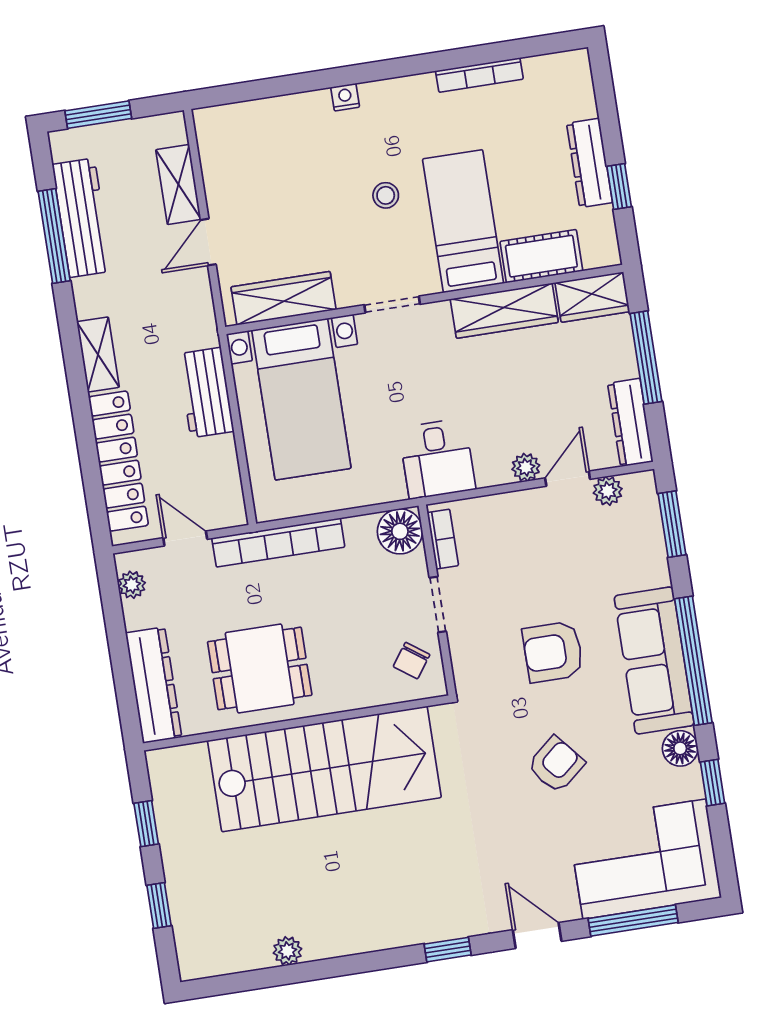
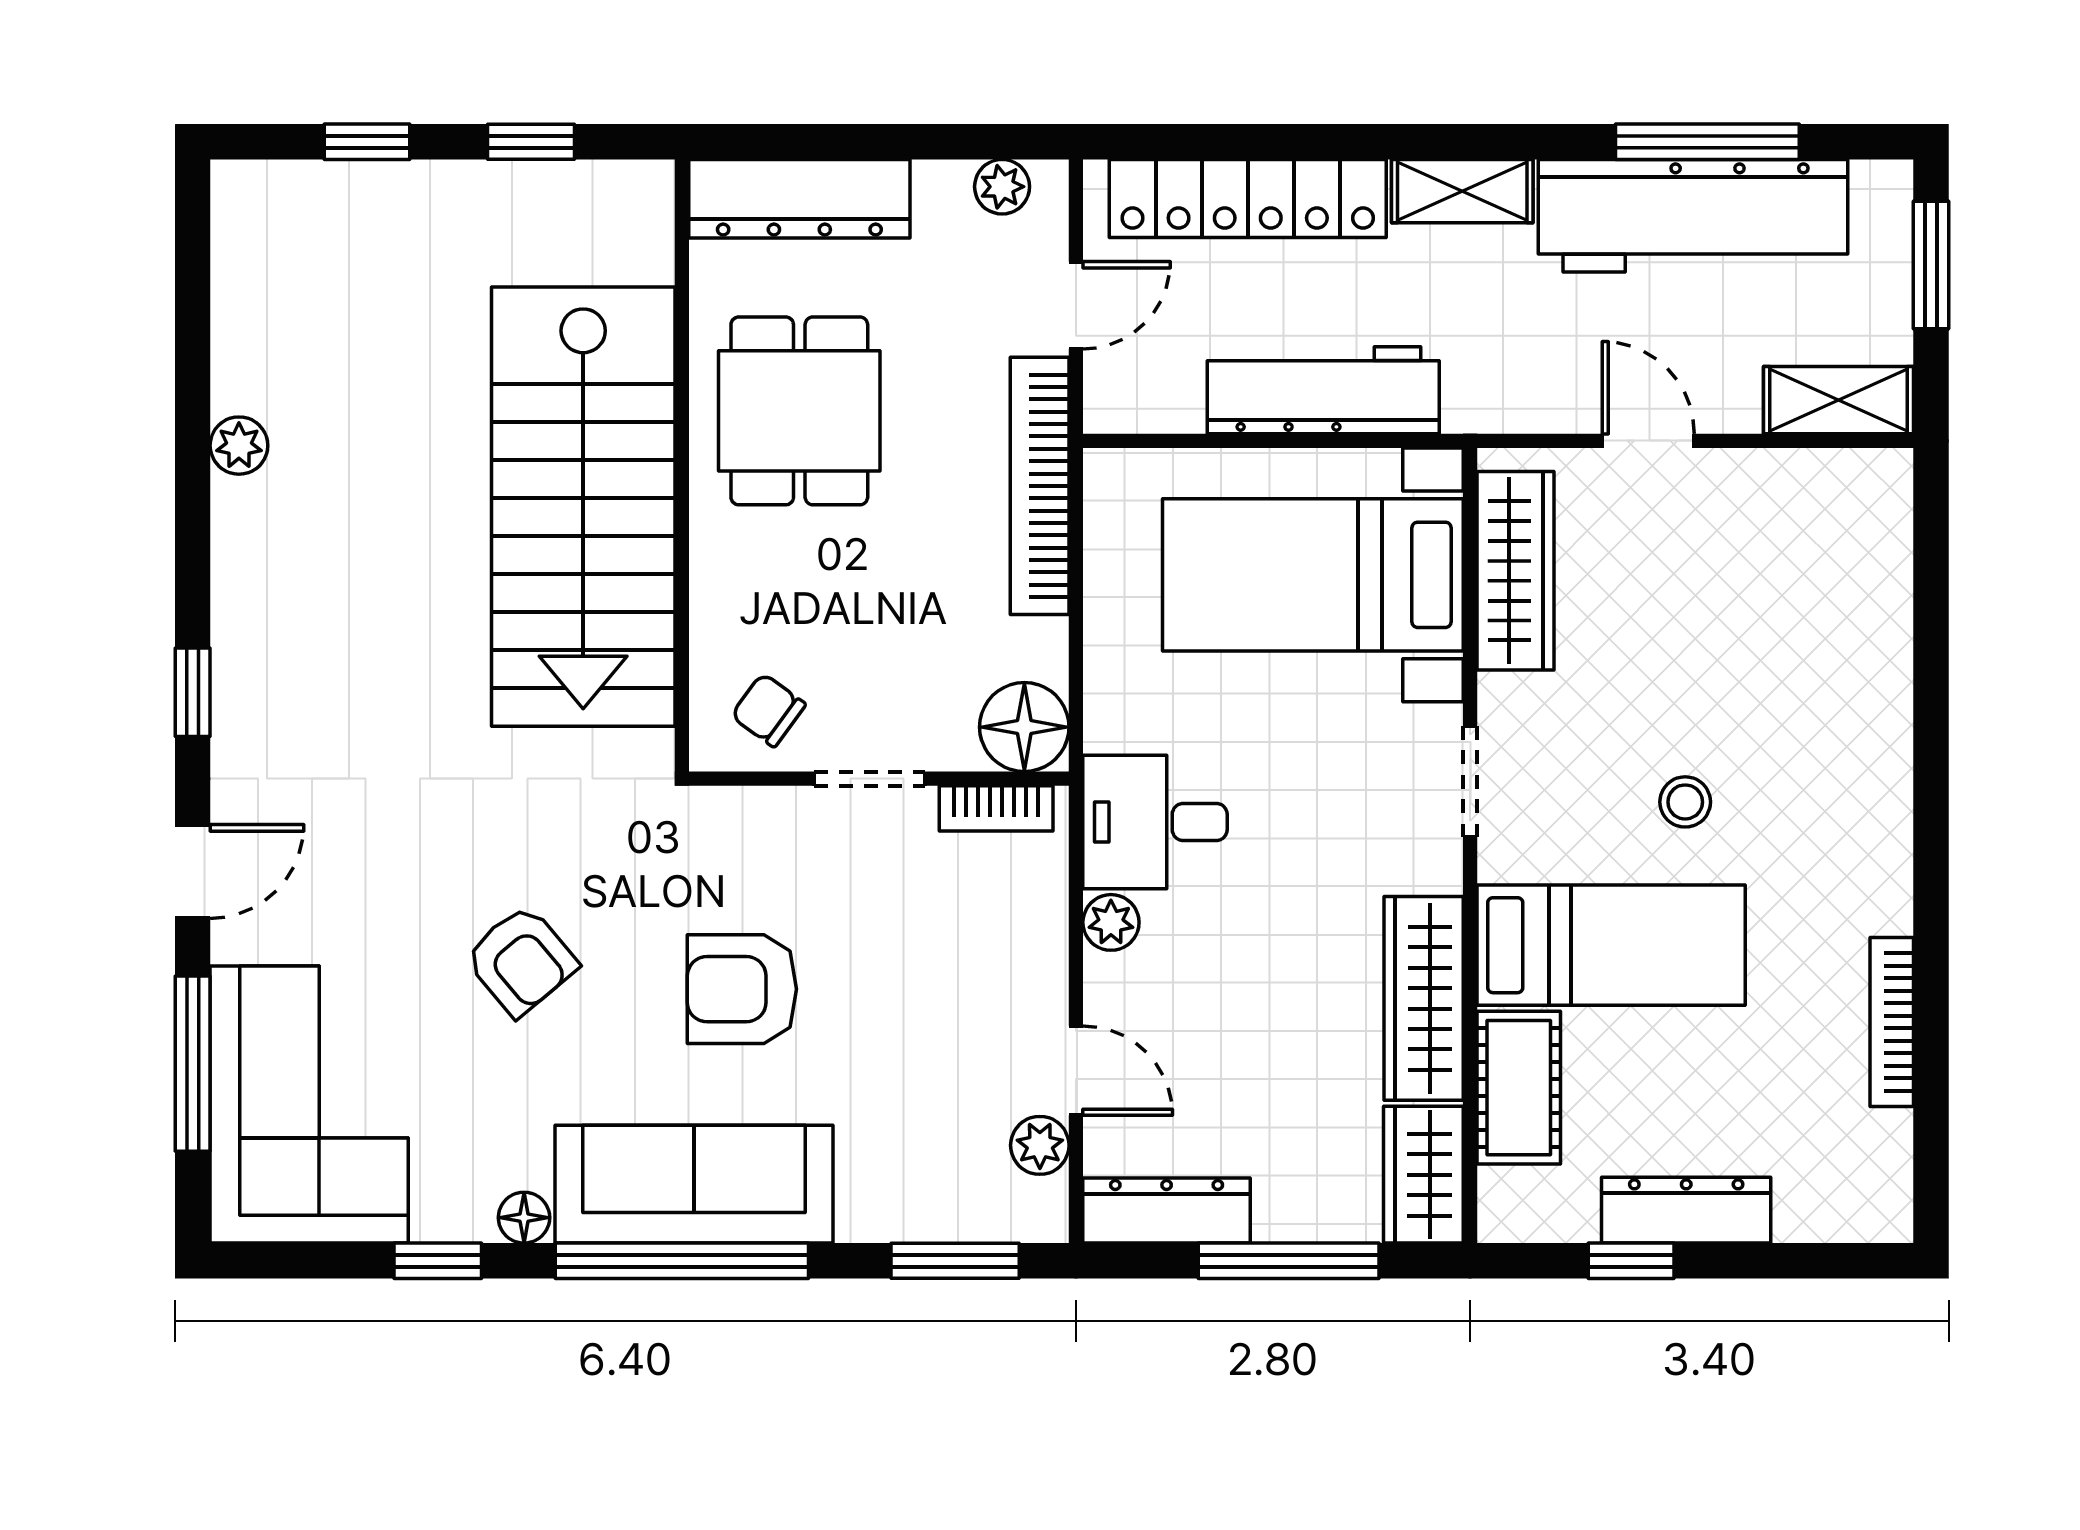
nightstand: (345, 97) -> (1890, 753), removed
shelving: (178, 184) -> (1839, 400), moved
workbench: (82, 218) -> (1693, 216), width x1.36, depth x1.32
workbench: (206, 393) -> (1323, 390), width x1.38
plant: (526, 467) -> (1111, 922), moved
armchair: (553, 652) -> (742, 989), turned -90
floor lamp: (680, 748) -> (524, 1218), width x0.73, depth x0.73
plant: (287, 951) -> (239, 446), moved

